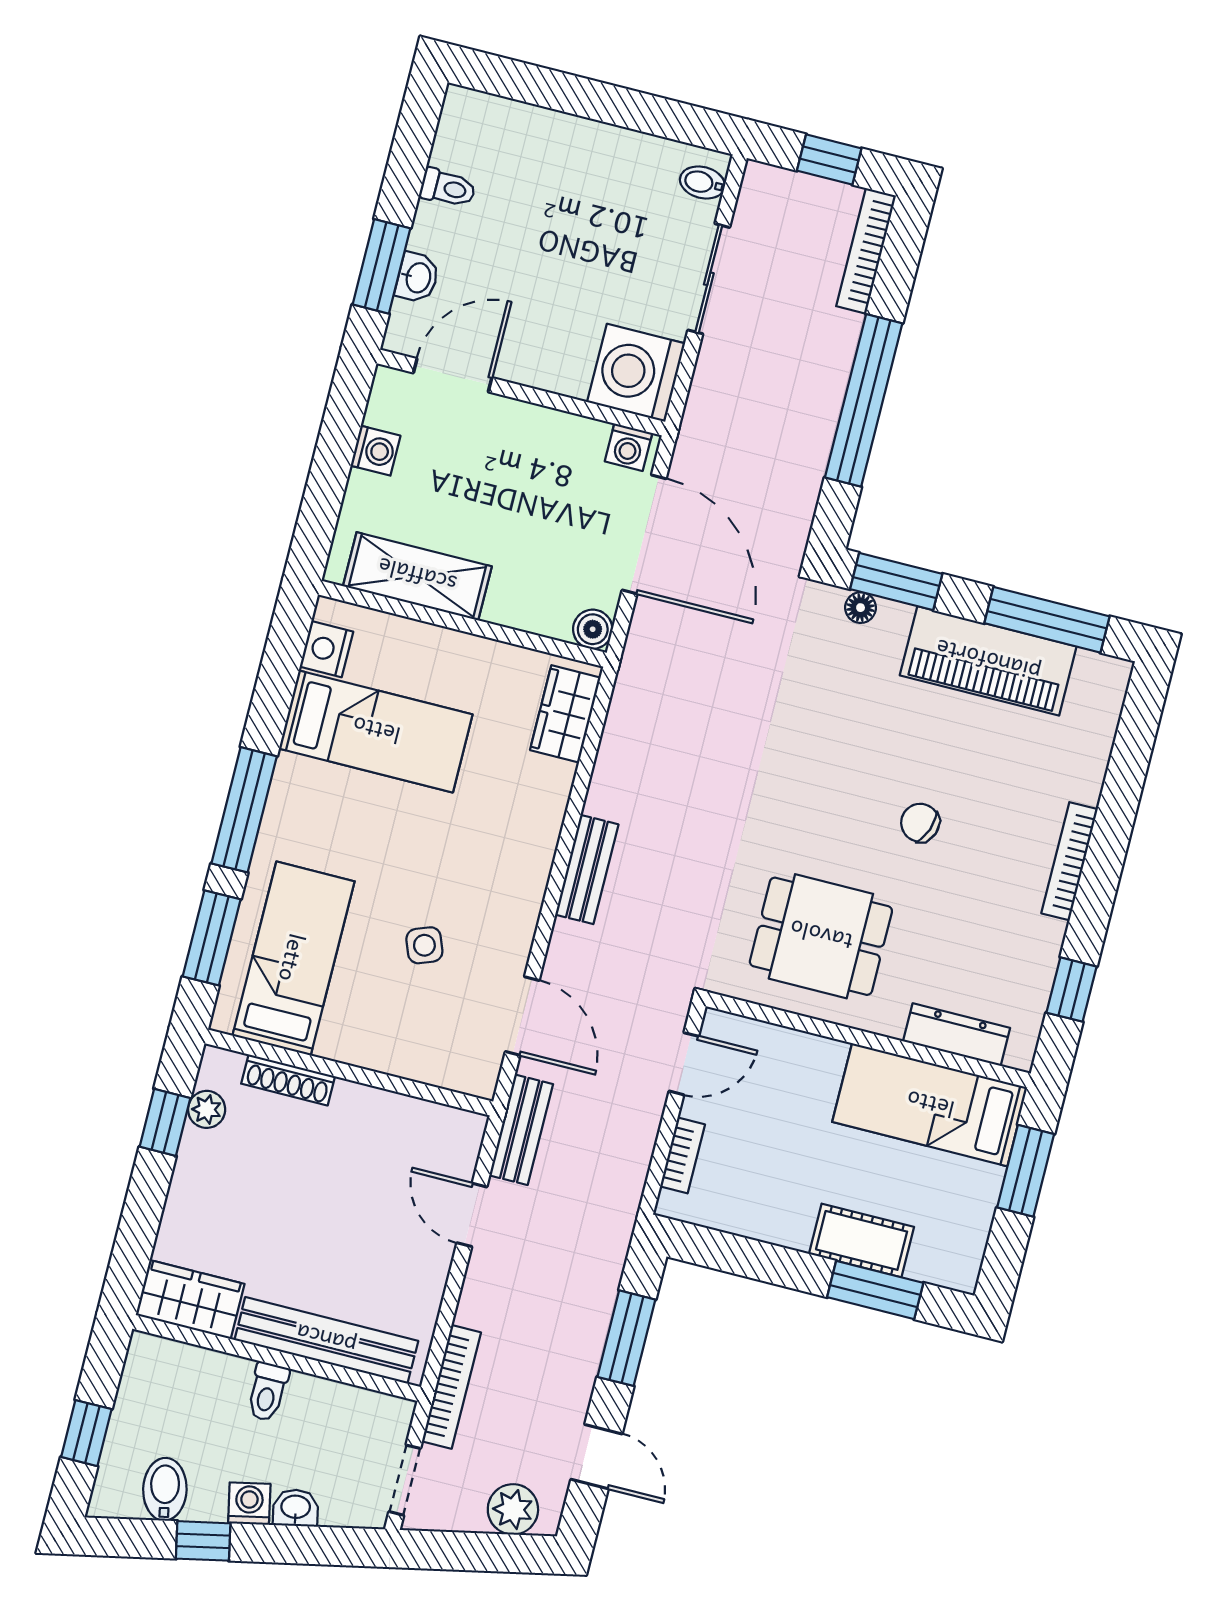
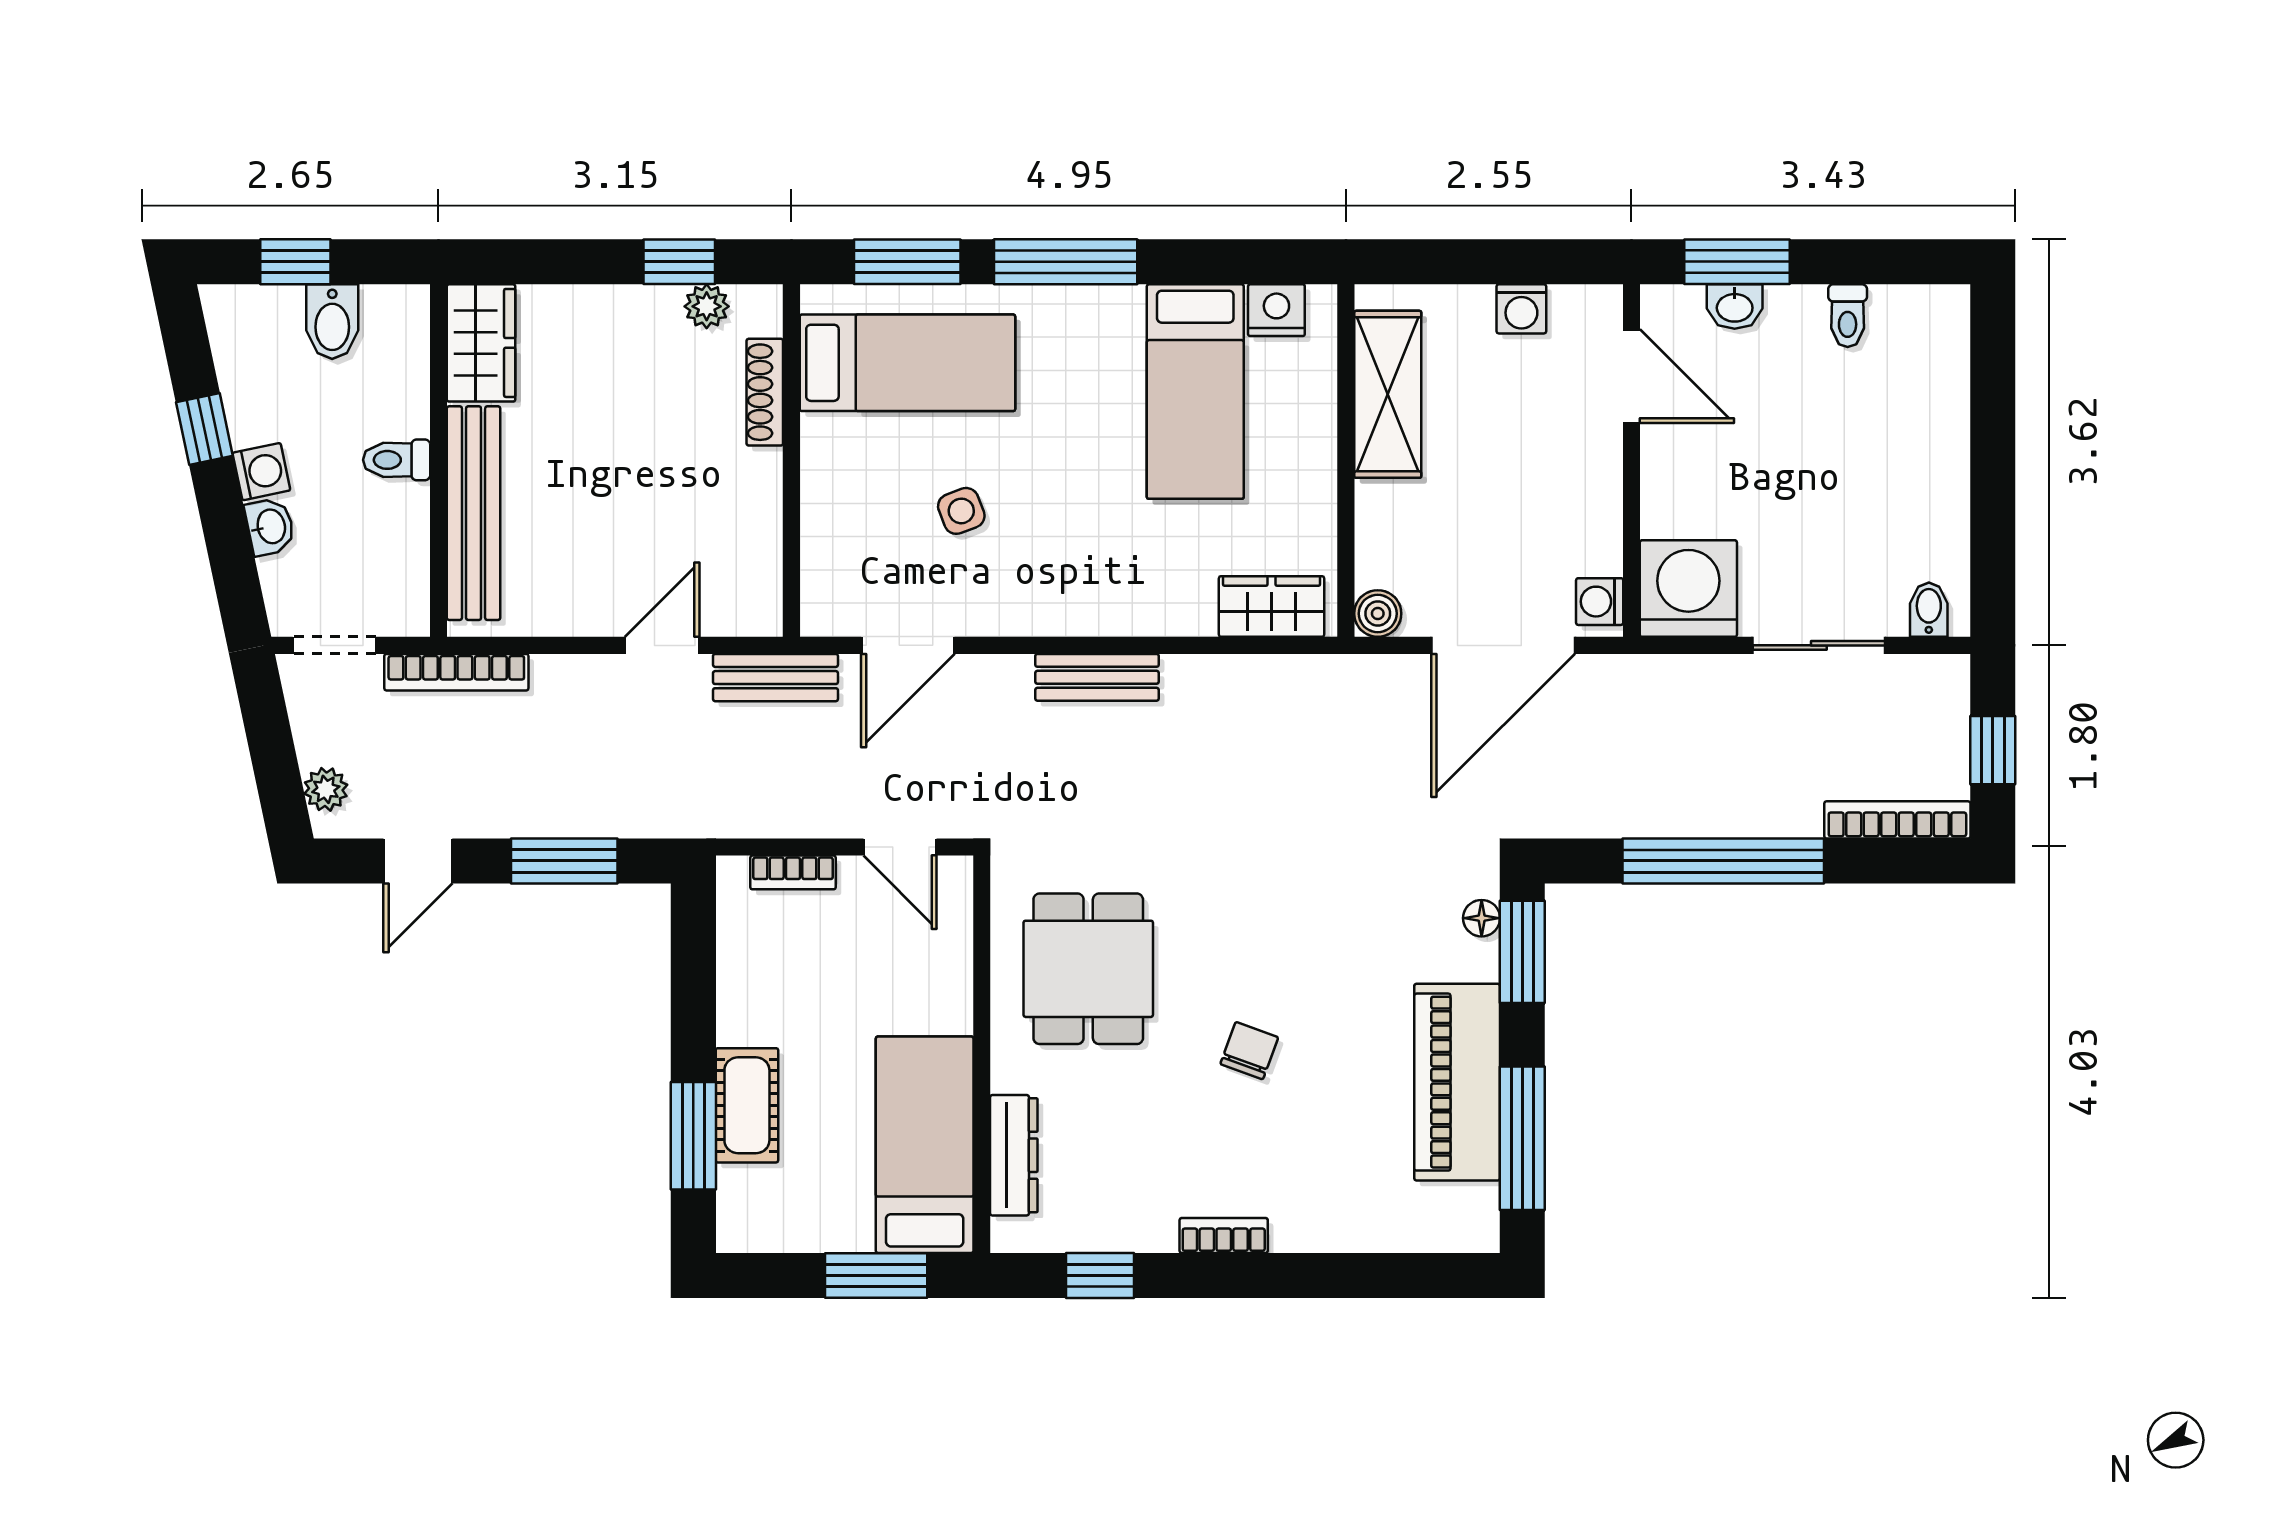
bookcase: (1070, 861) -> (1224, 1235), width x0.64
bidet: (165, 1489) -> (332, 322), moved, turned 102
plant: (513, 1509) -> (326, 789), width x0.73, depth x0.73

